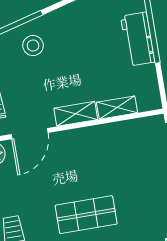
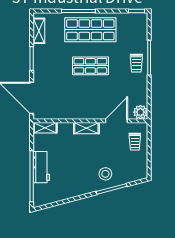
shelving: (117, 108) -> (45, 128), moved

